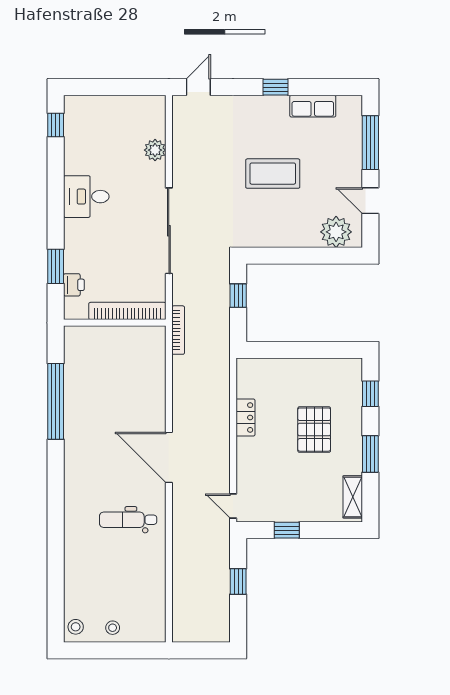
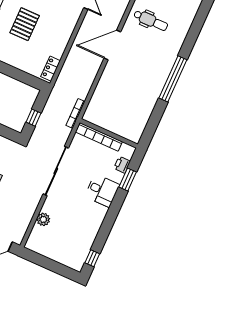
desk: (86, 197) -> (102, 191), moved
window: (56, 401) -> (173, 79), moved
locker: (245, 417) -> (51, 69), moved
door: (169, 457) -> (112, 45), swing flipped

